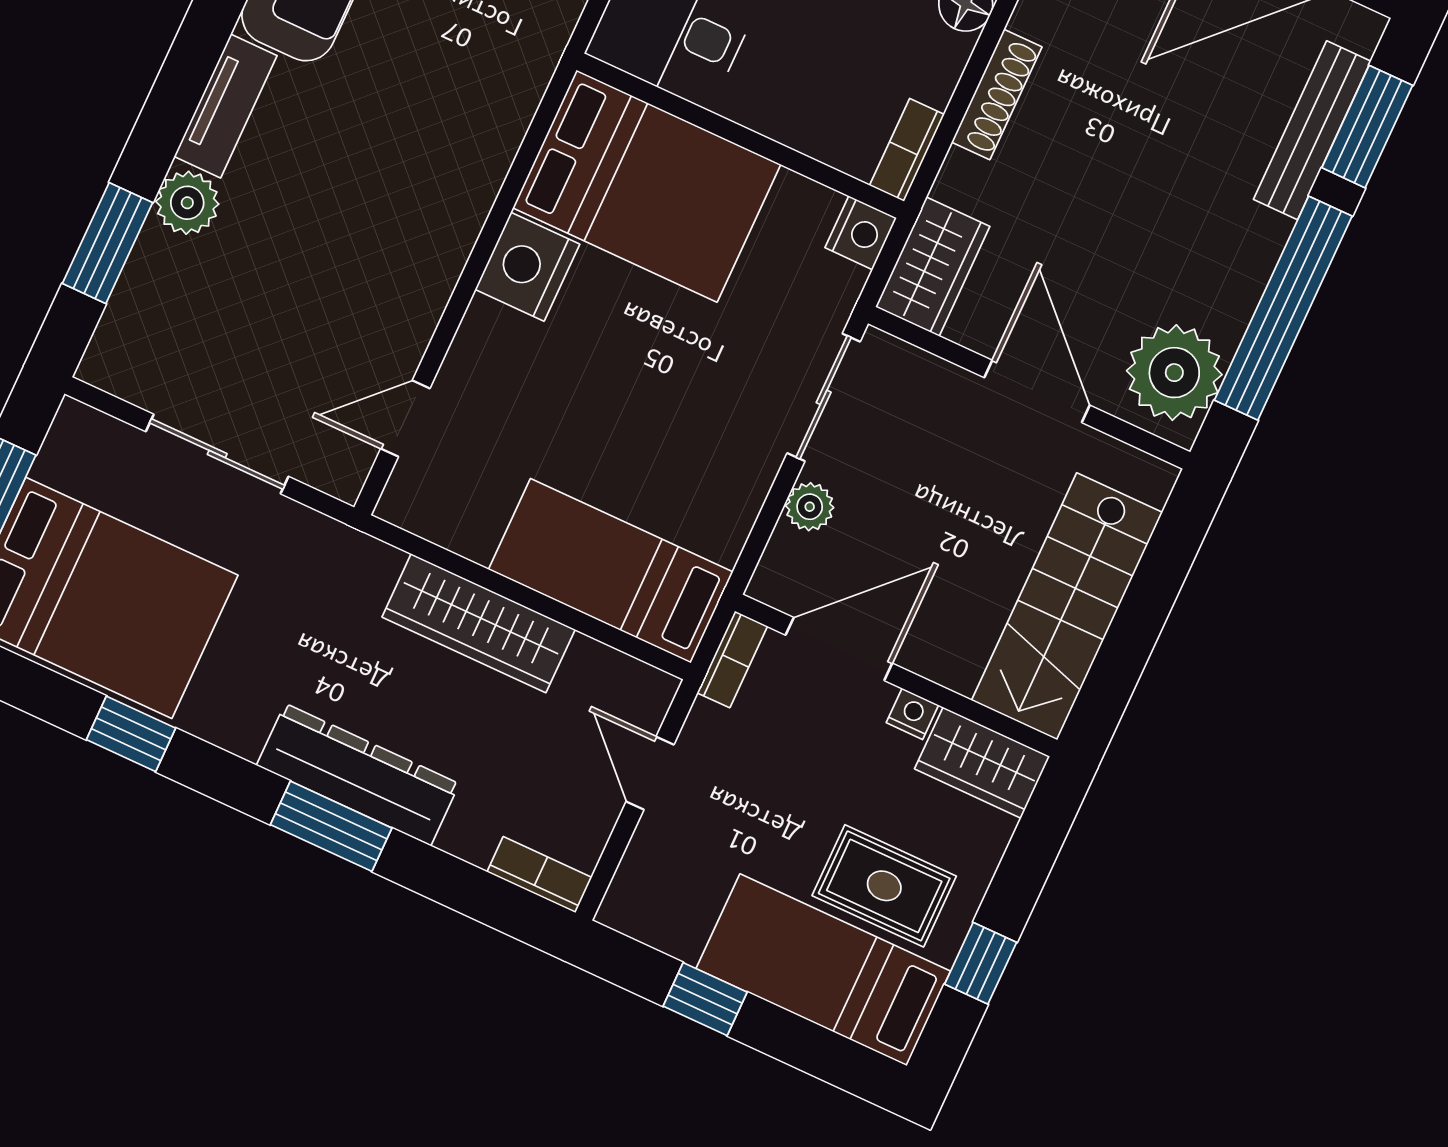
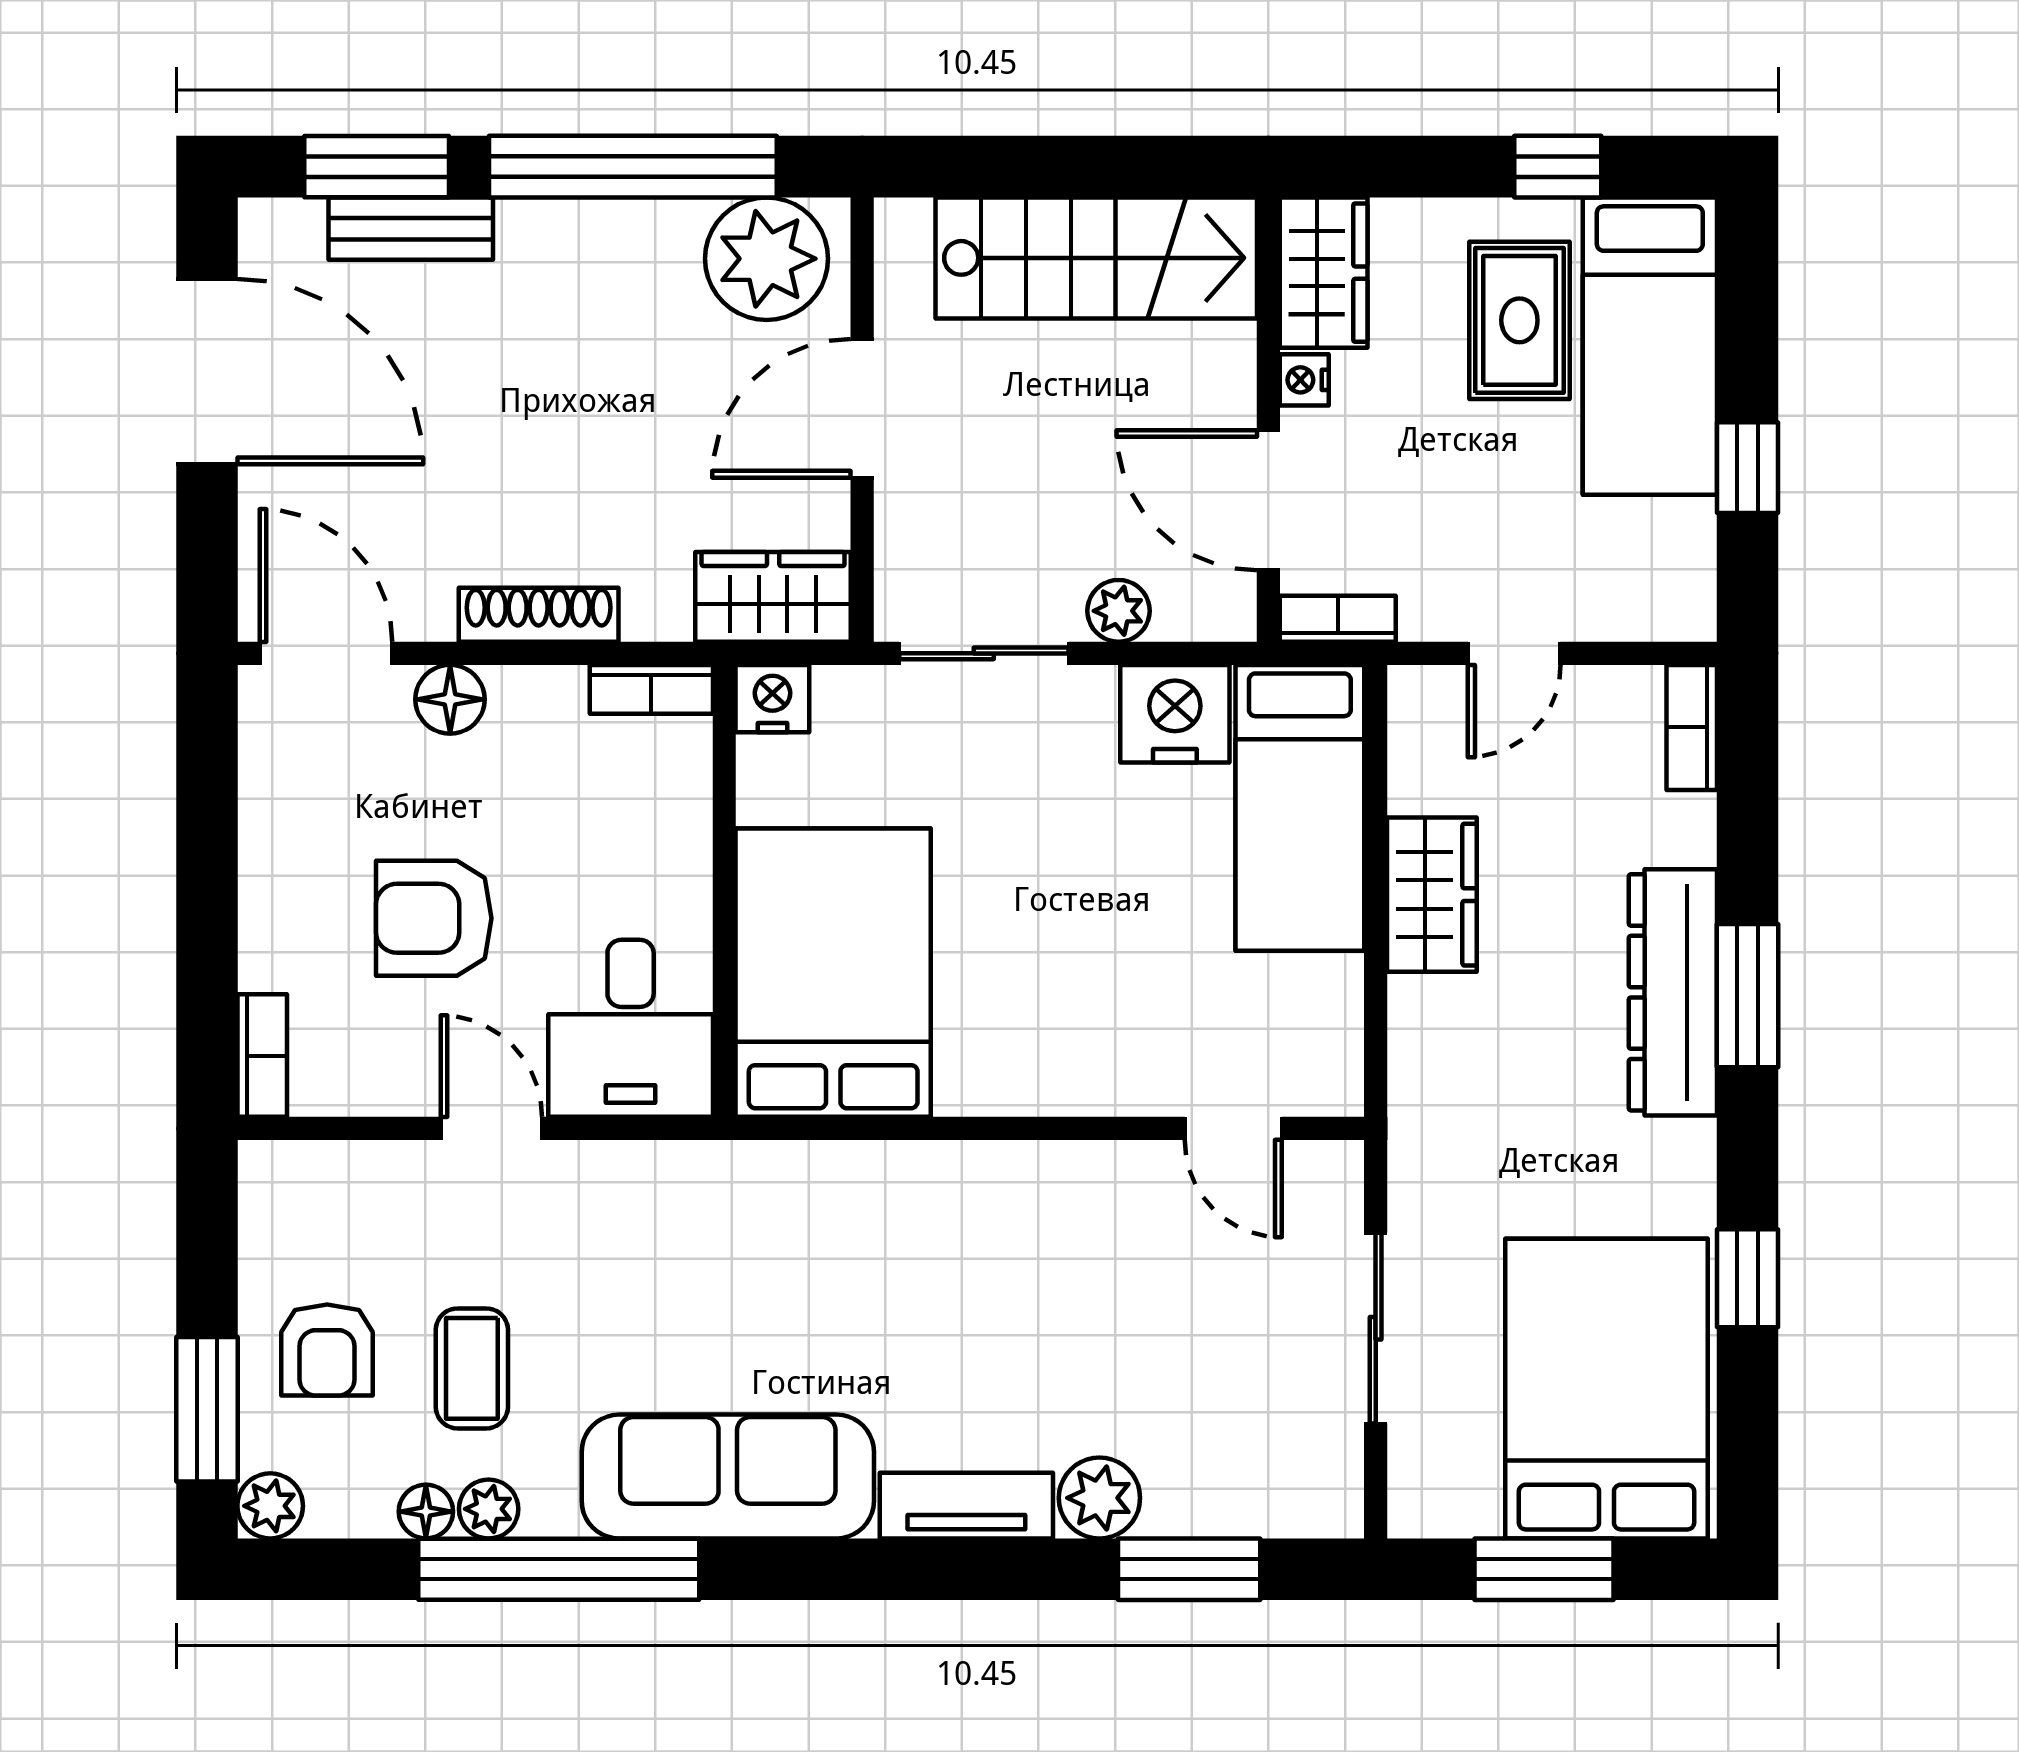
bench: (1312, 130) -> (411, 229), width x0.73
nightstand: (527, 267) -> (1175, 714), moved, turned 180
wardrobe: (479, 623) -> (1432, 895), width x0.67

